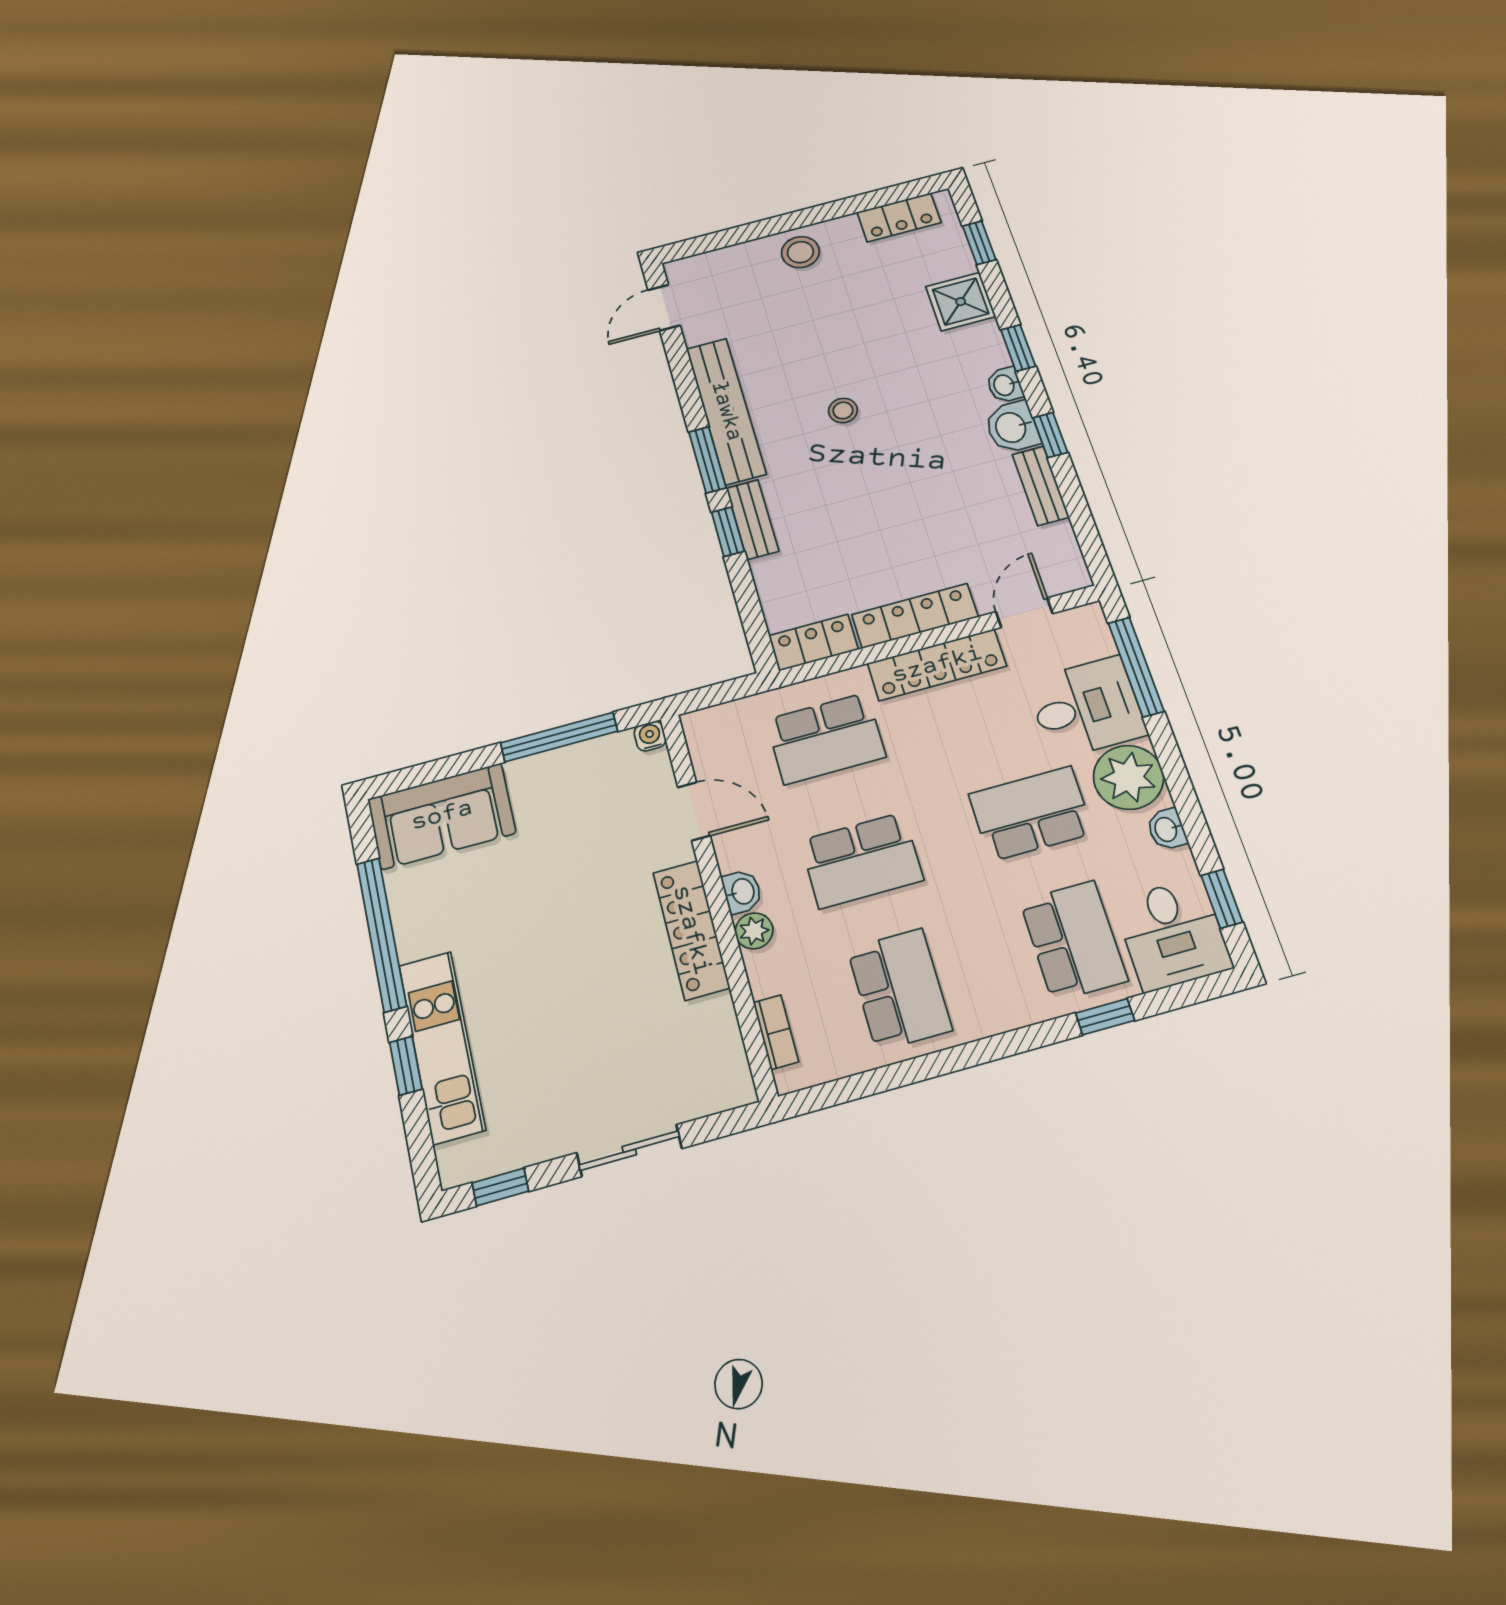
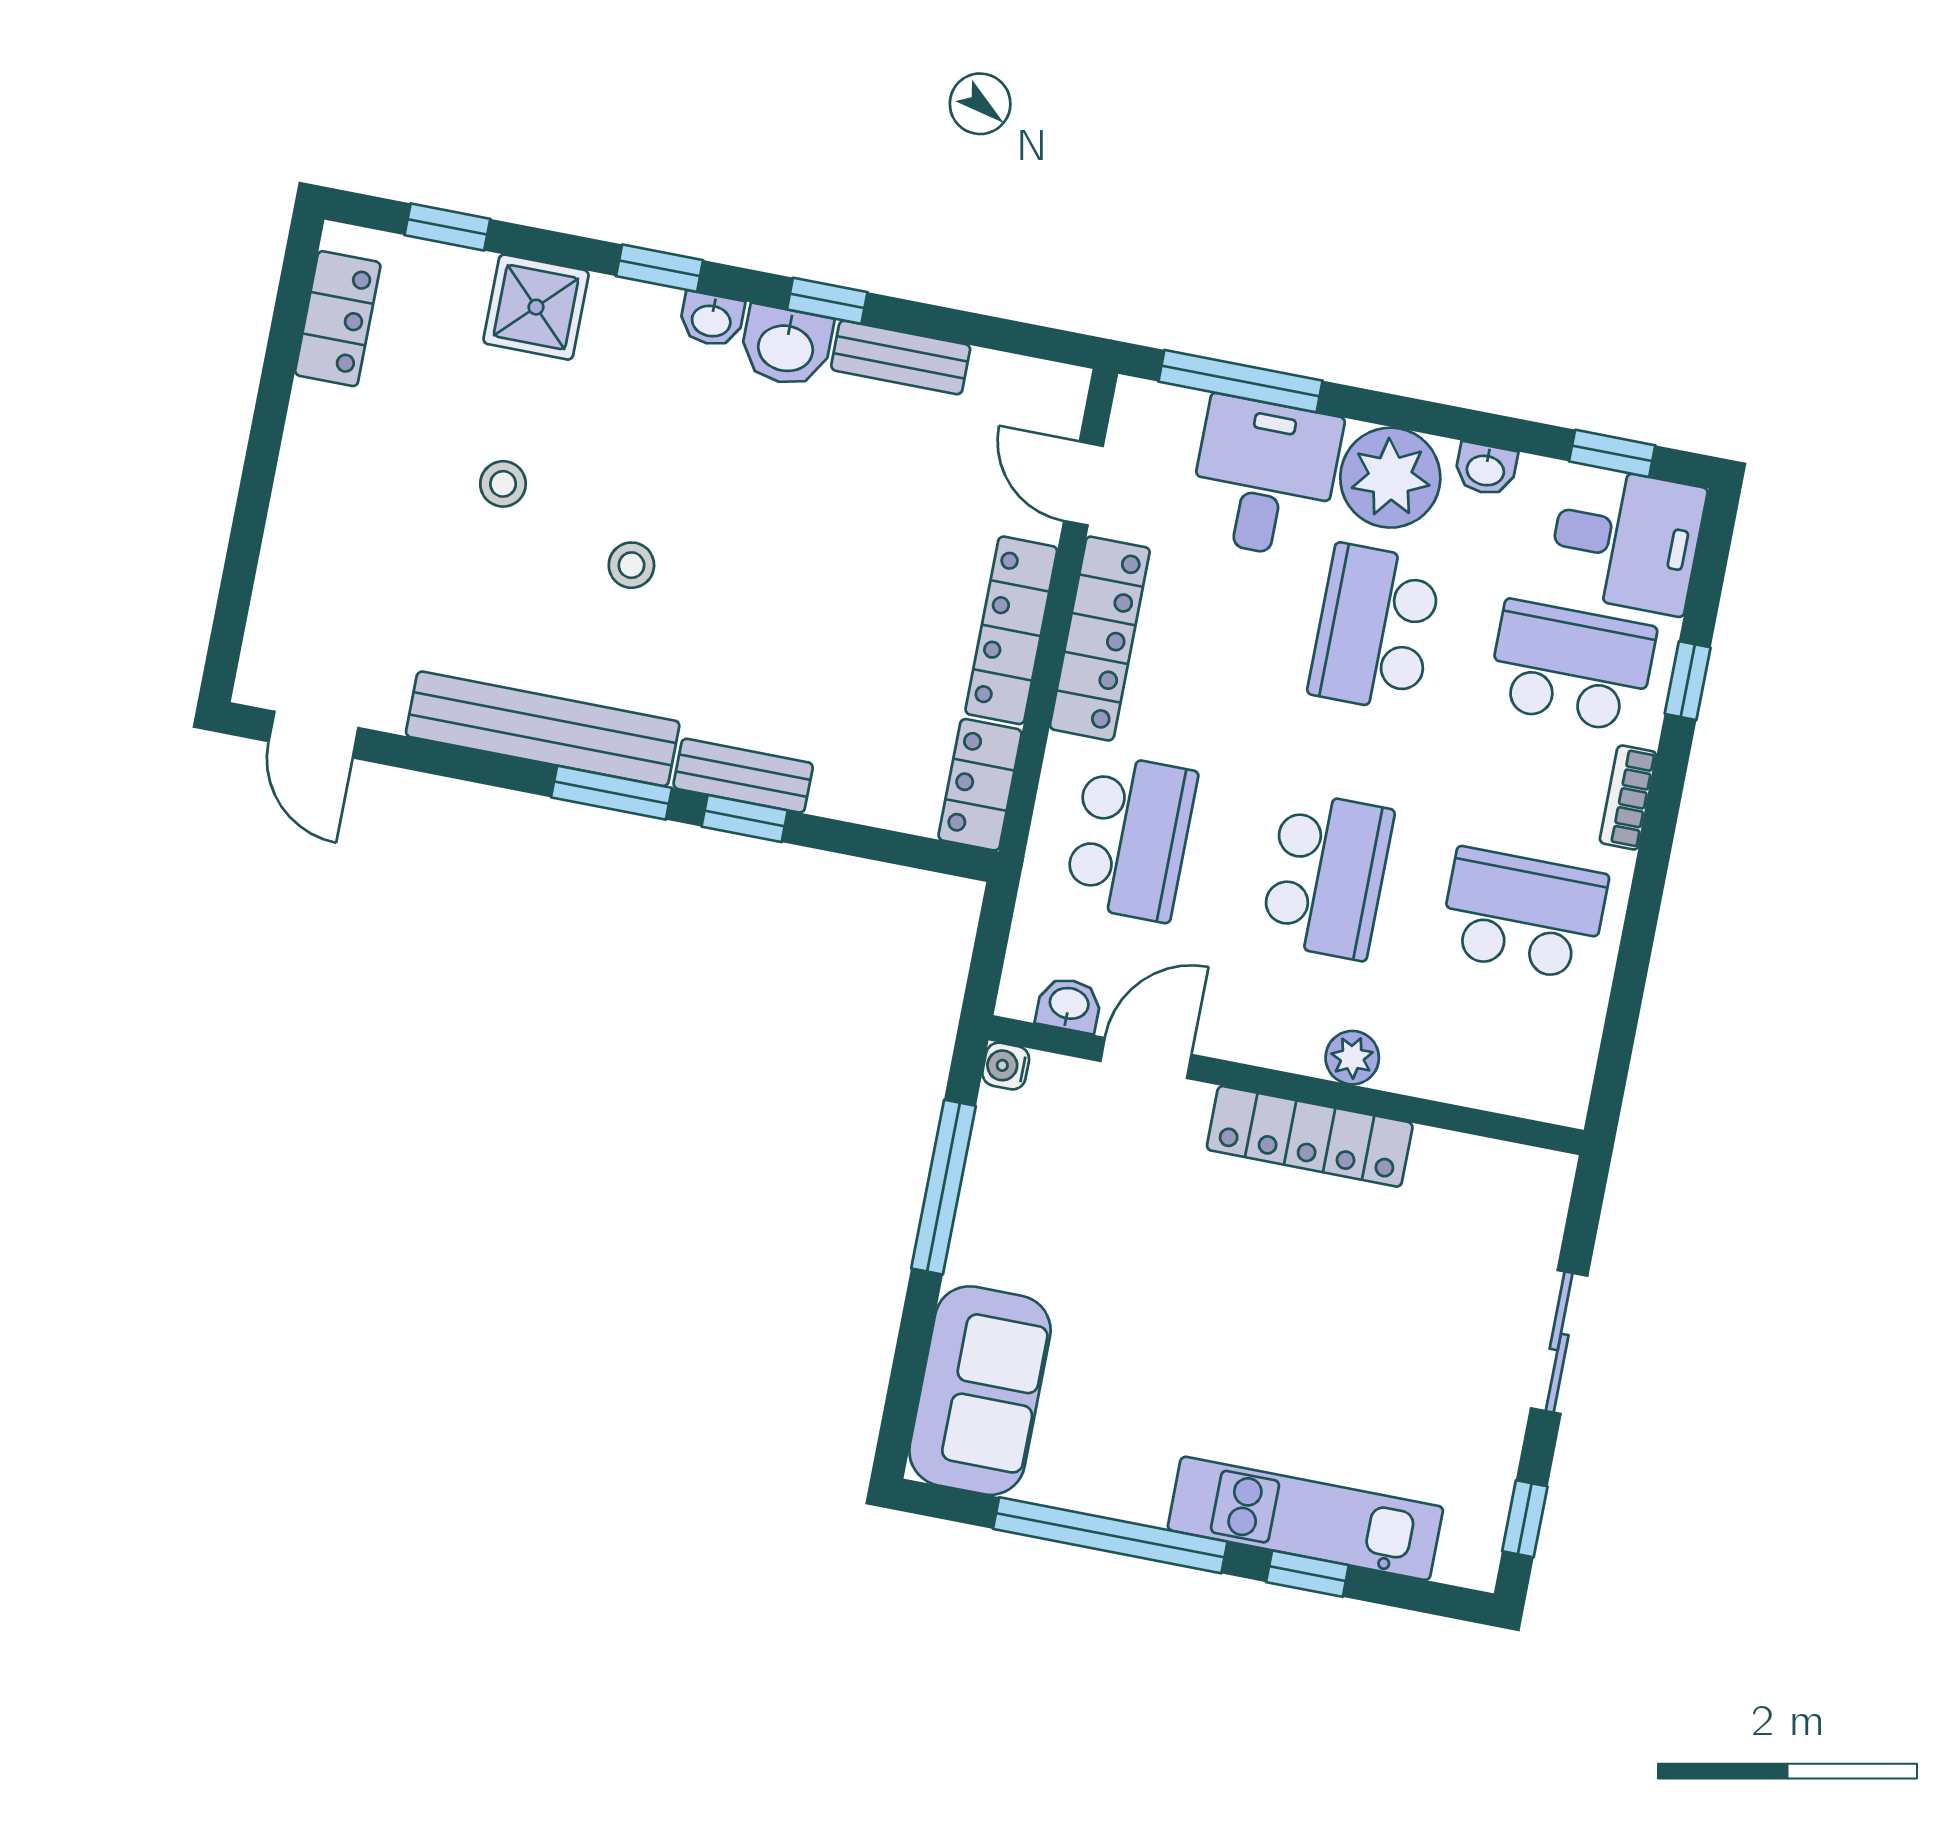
stool: (800, 252) -> (503, 484), moved, width x0.73, depth x0.73
washbasin: (742, 892) -> (1069, 1005), moved
bookcase: (776, 1032) -> (1628, 797), moved, turned -90

